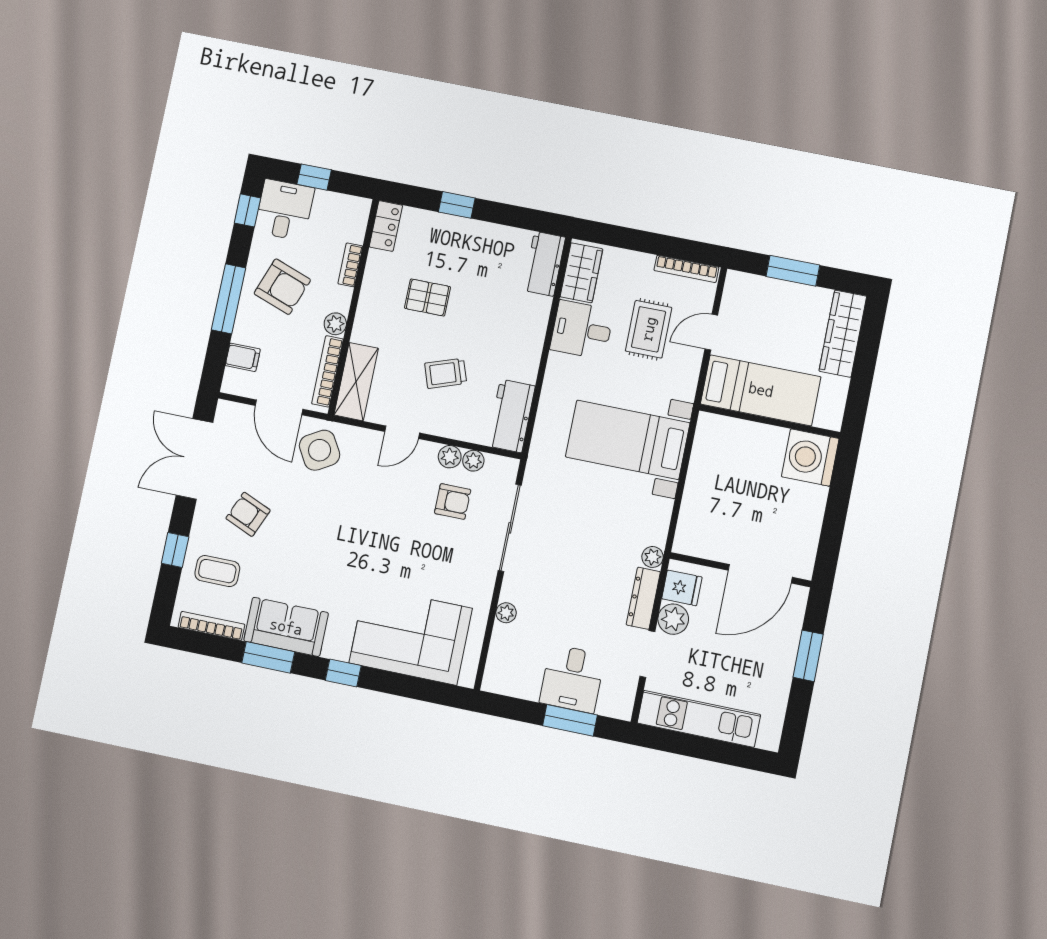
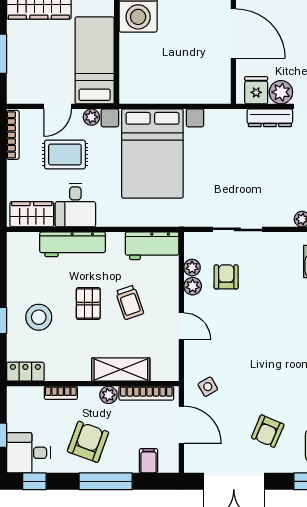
stool: (450, 256) -> (39, 317), added
workbench: (544, 264) -> (73, 244), moved, width x1.37
pallet: (427, 297) -> (88, 304), moved
door: (711, 332) -> (58, 106), hinge flipped
shelving: (356, 382) -> (121, 370), moved
door: (279, 407) -> (181, 425), hinge flipped
bed with nightstands: (628, 440) -> (152, 154), width x1.36
side table: (320, 450) -> (208, 387), width x0.54, depth x0.54
sliding door: (510, 528) -> (237, 229), width x0.73
plant: (653, 557) -> (91, 117), moved

